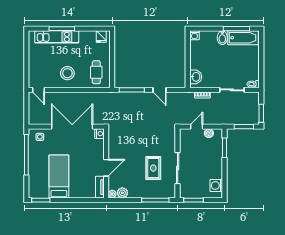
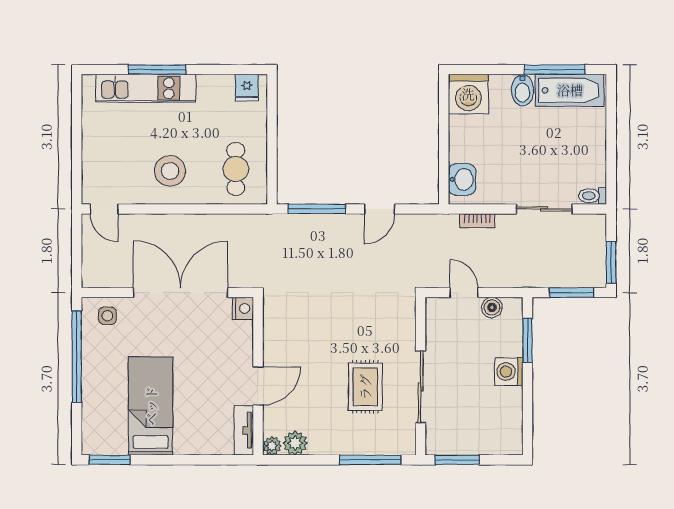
washing machine: (194, 35) -> (468, 94), width x1.89, depth x1.89
door: (160, 90) -> (380, 209), hinge flipped
door: (197, 127) -> (464, 293), hinge flipped
washing machine: (216, 185) -> (509, 372), moved

